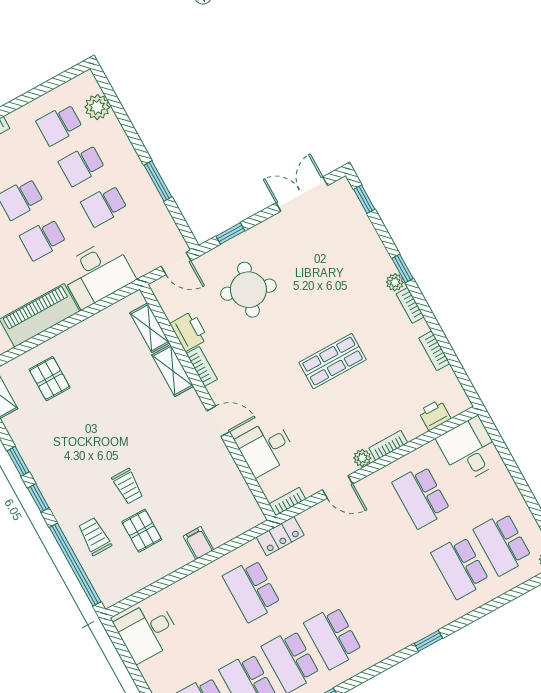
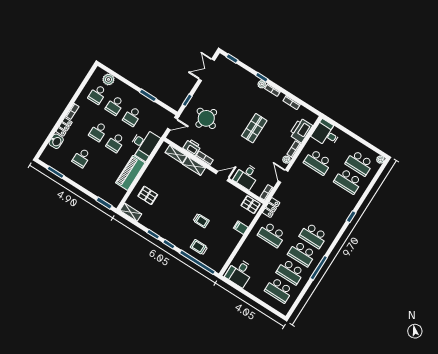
printer: (435, 415) -> (301, 130), width x1.87, depth x1.48
door: (338, 487) -> (283, 176), swing flipped
pallet: (142, 531) -> (251, 205), moved

